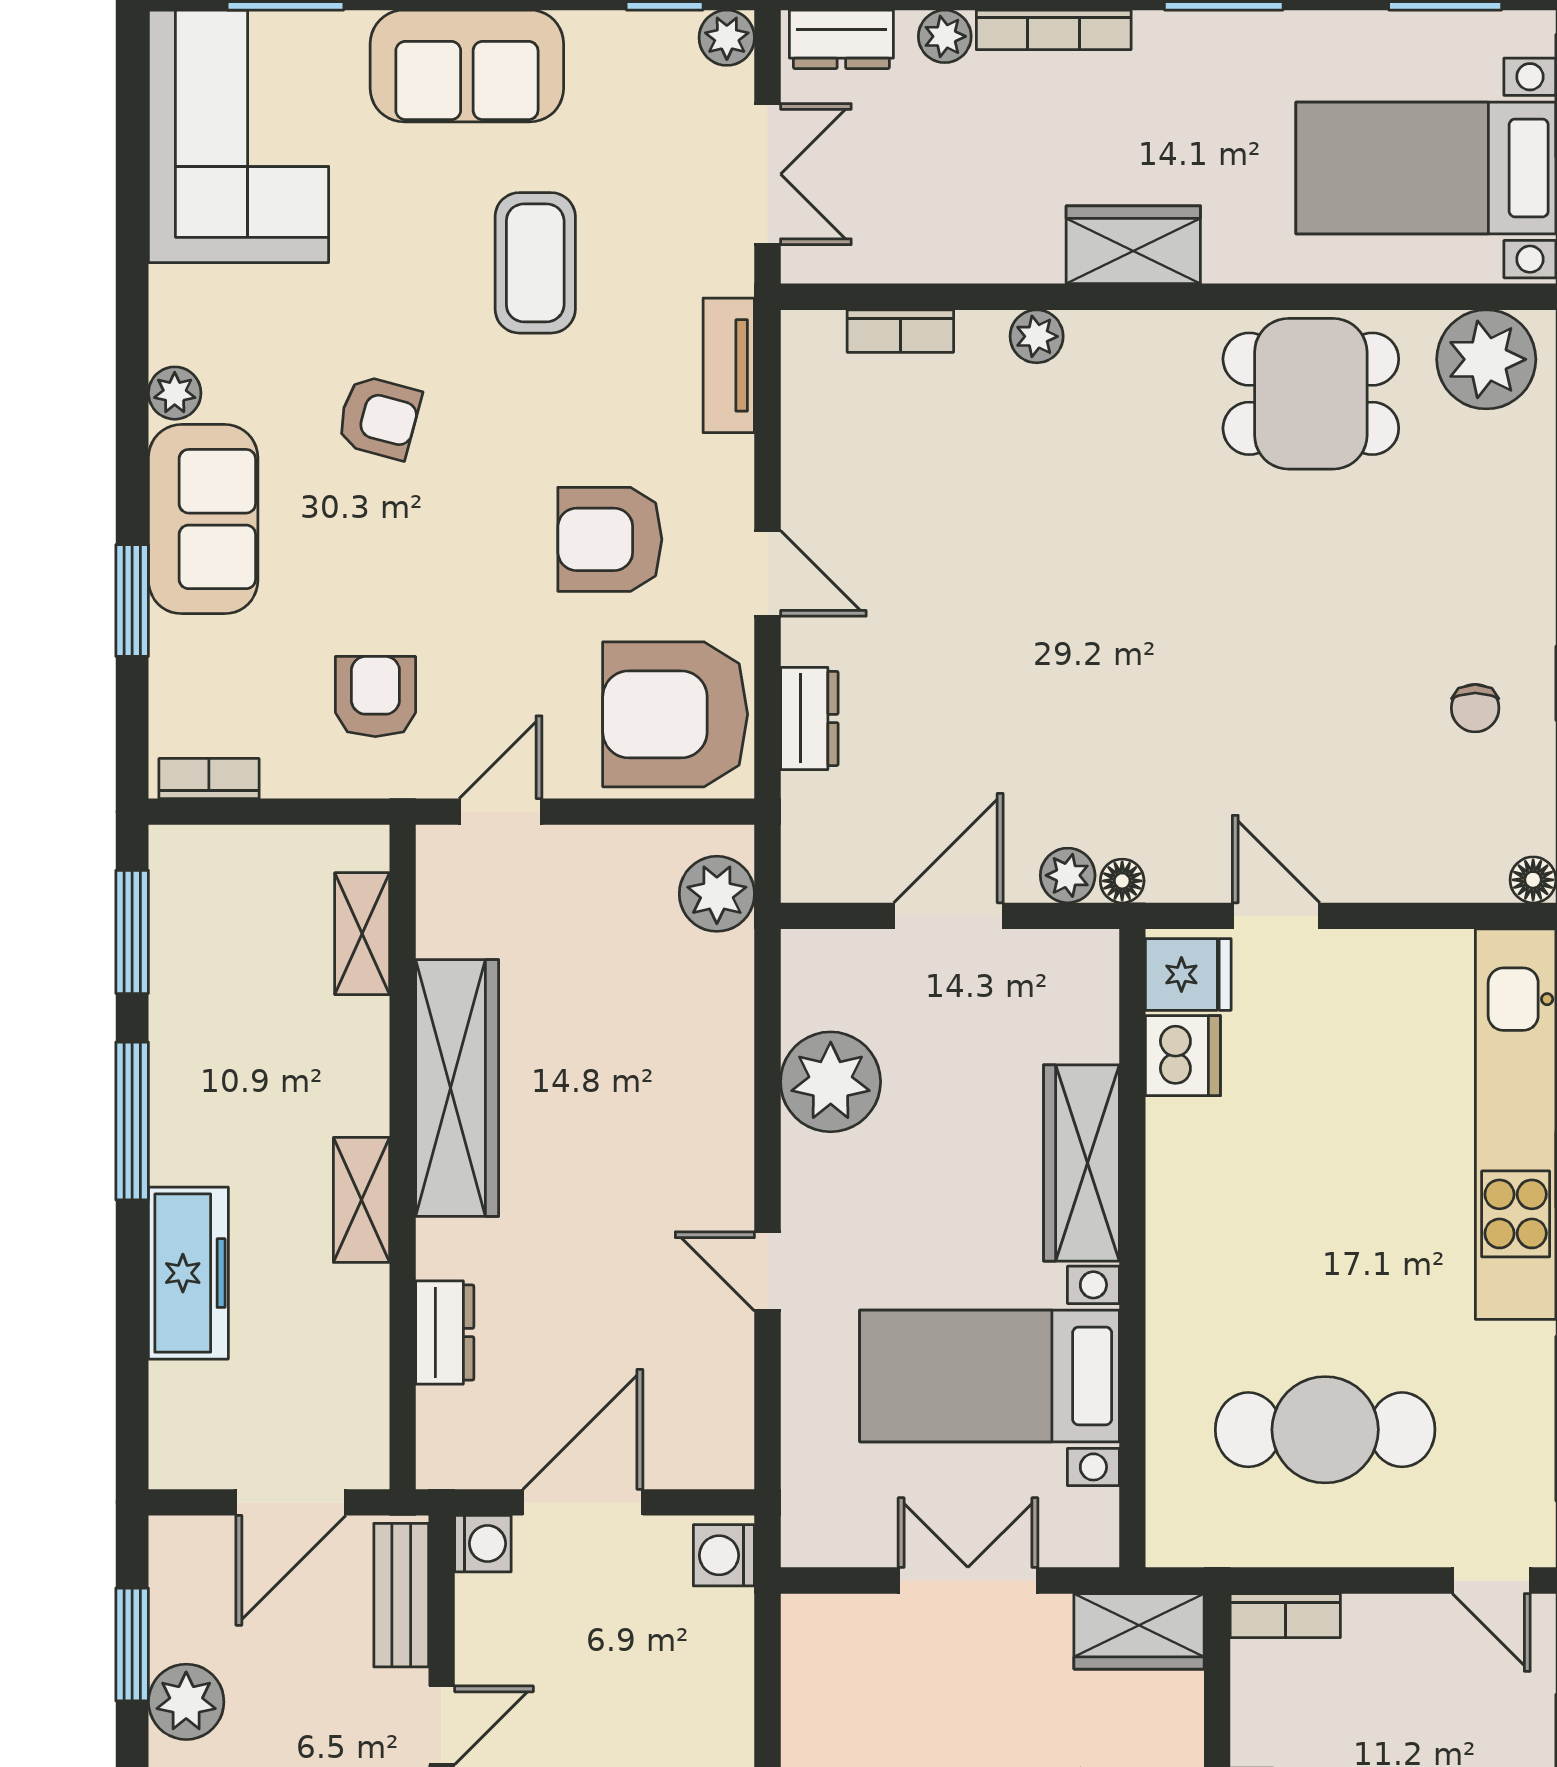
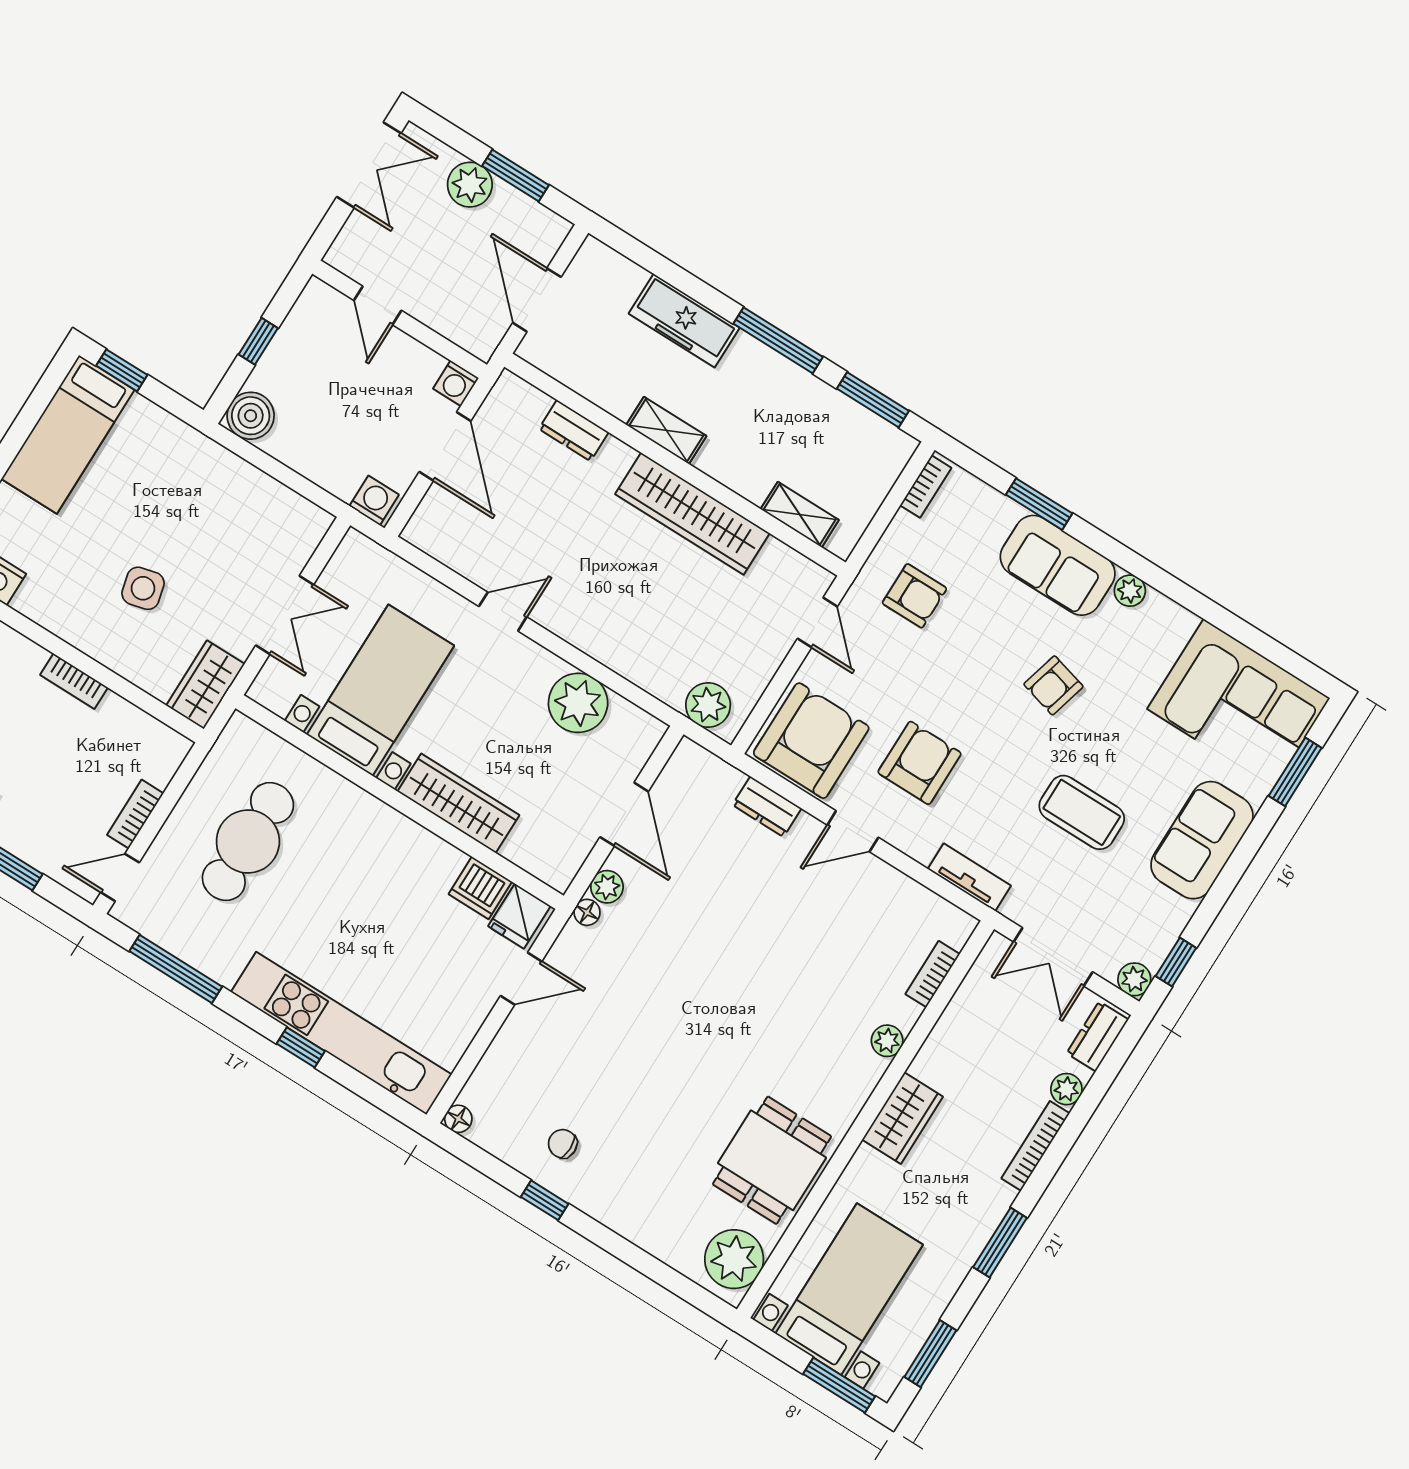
bench: (401, 1595) -> (456, 326), removed
bookcase: (1285, 1616) -> (135, 814), moved

